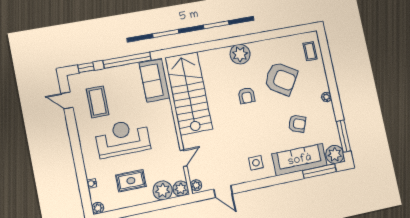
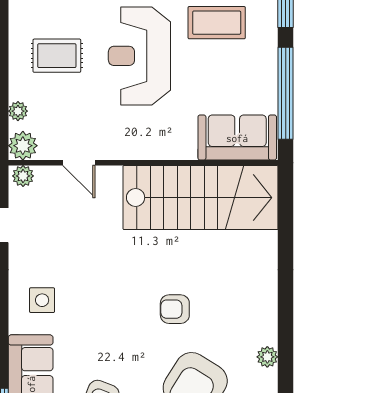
plant: (240, 54) -> (267, 357), moved, width x0.53, depth x0.53
reception desk: (123, 138) -> (139, 56), turned 180
rug: (131, 181) -> (57, 56), turned 90
plant: (163, 190) -> (18, 111), width x0.53, depth x0.53

